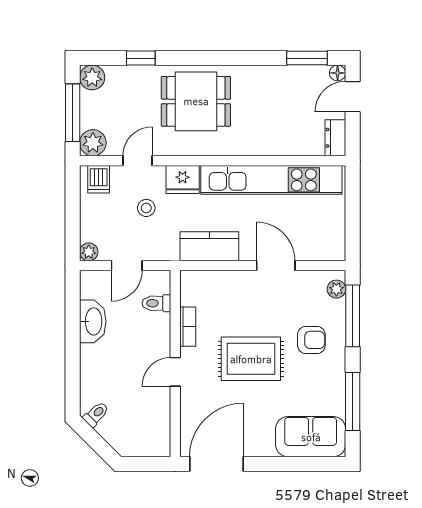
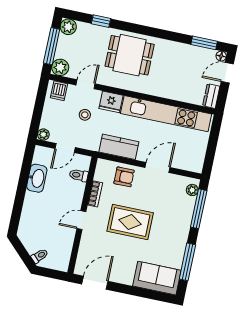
door: (276, 266) -> (158, 167), hinge flipped
armchair: (311, 340) -> (124, 177), moved
toilet: (96, 414) -> (40, 256), moved
door: (216, 464) -> (95, 283), width x0.73

